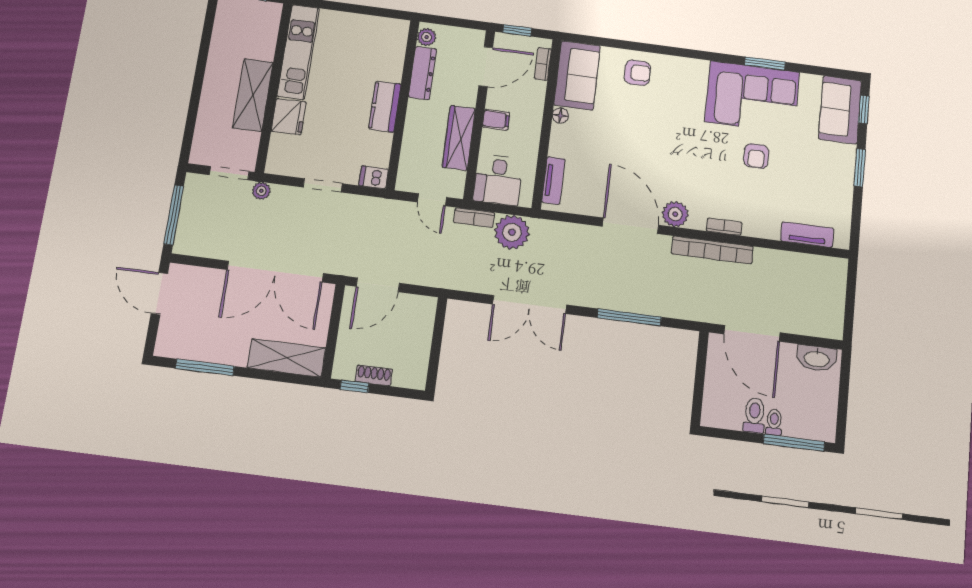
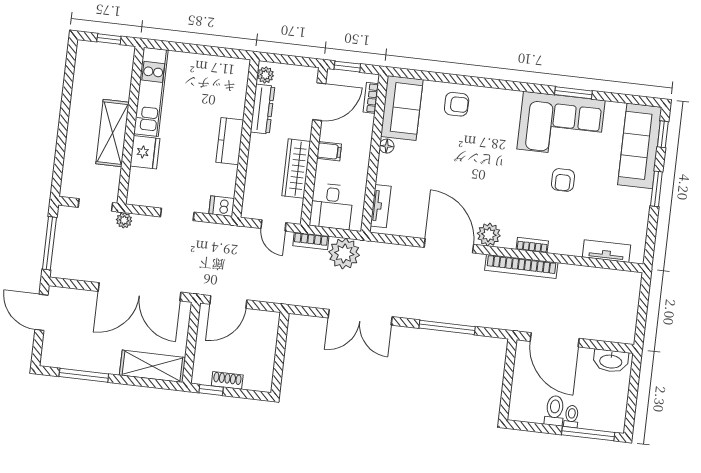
sofa: (840, 110) -> (640, 146), width x1.36

